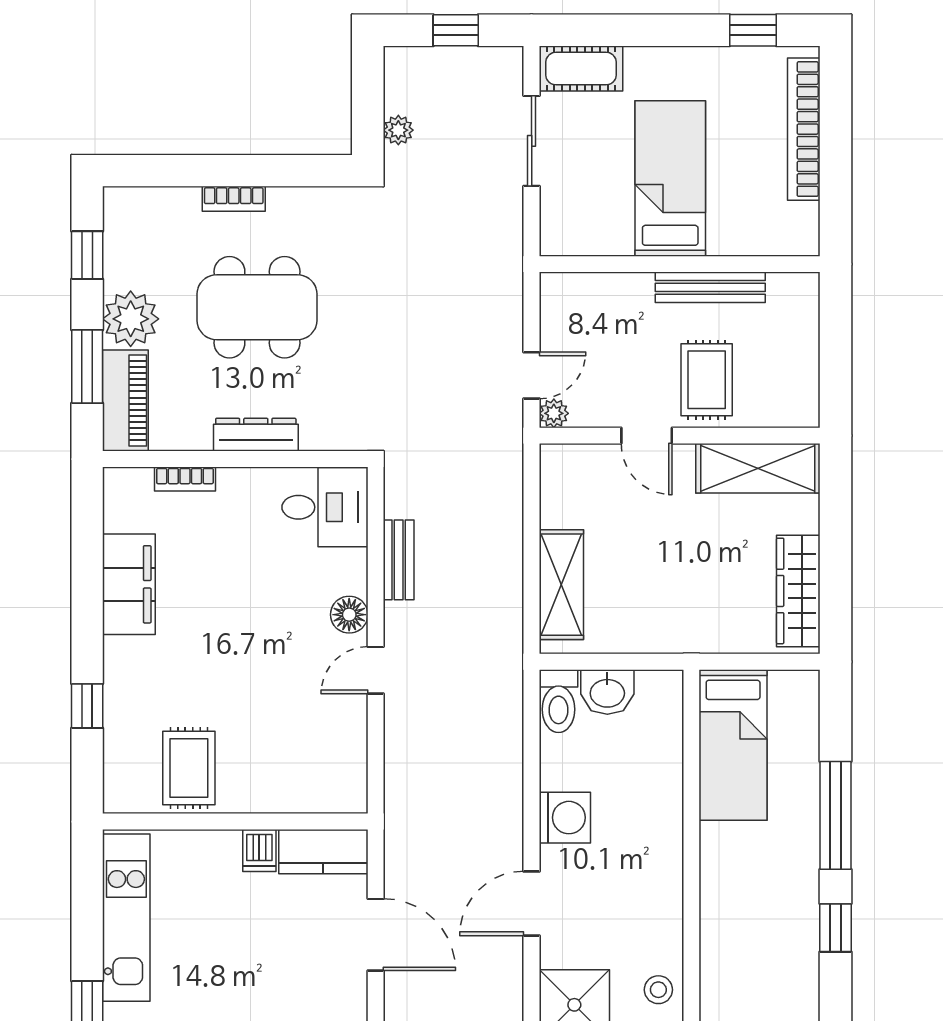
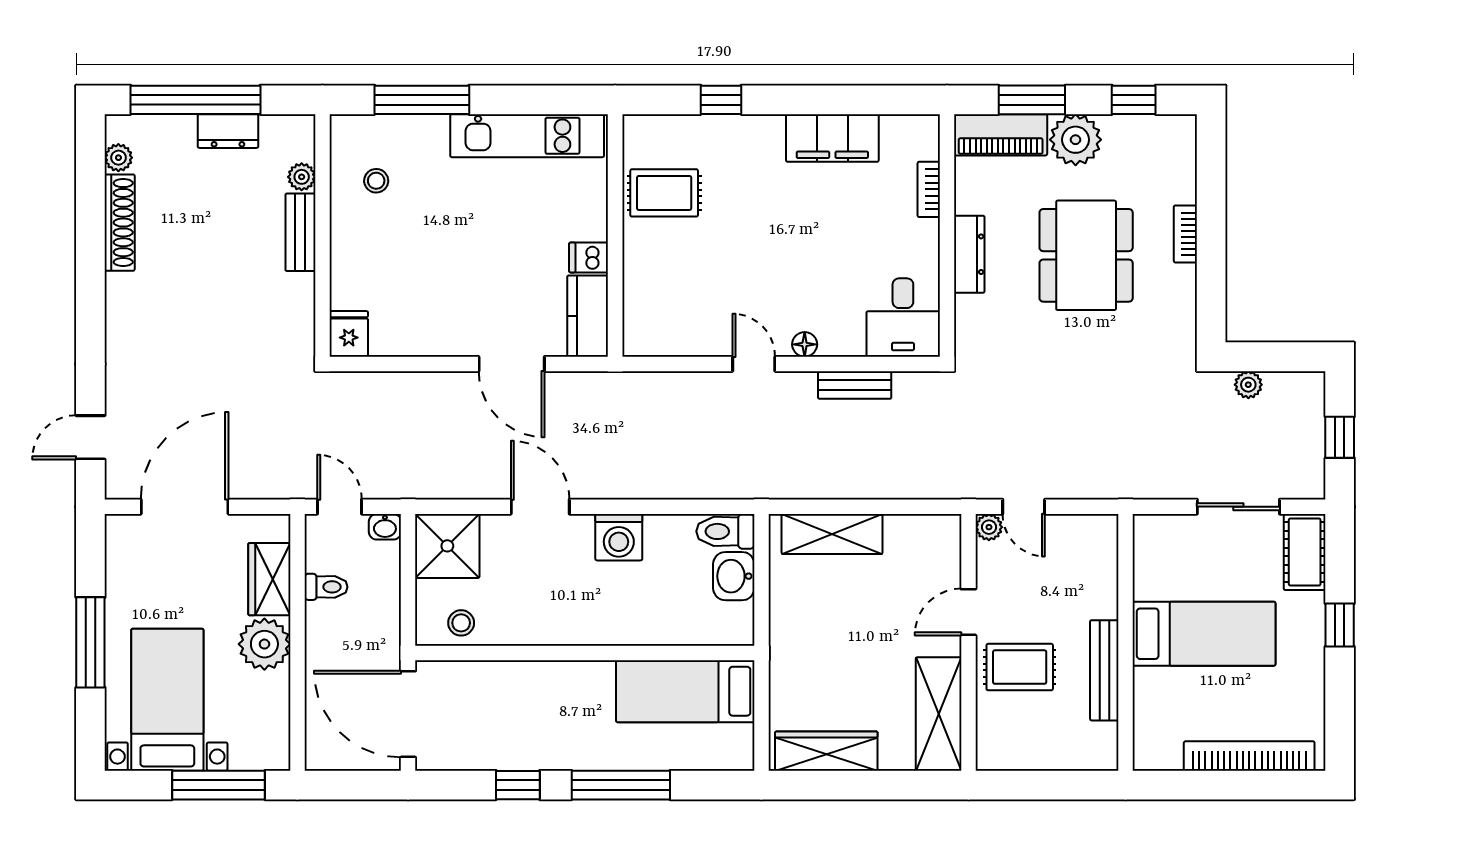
window: (753, 30) -> (1340, 625), moved
floor lamp: (349, 615) -> (805, 344), width x0.73, depth x0.73
door: (376, 935) -> (512, 364), hinge flipped

